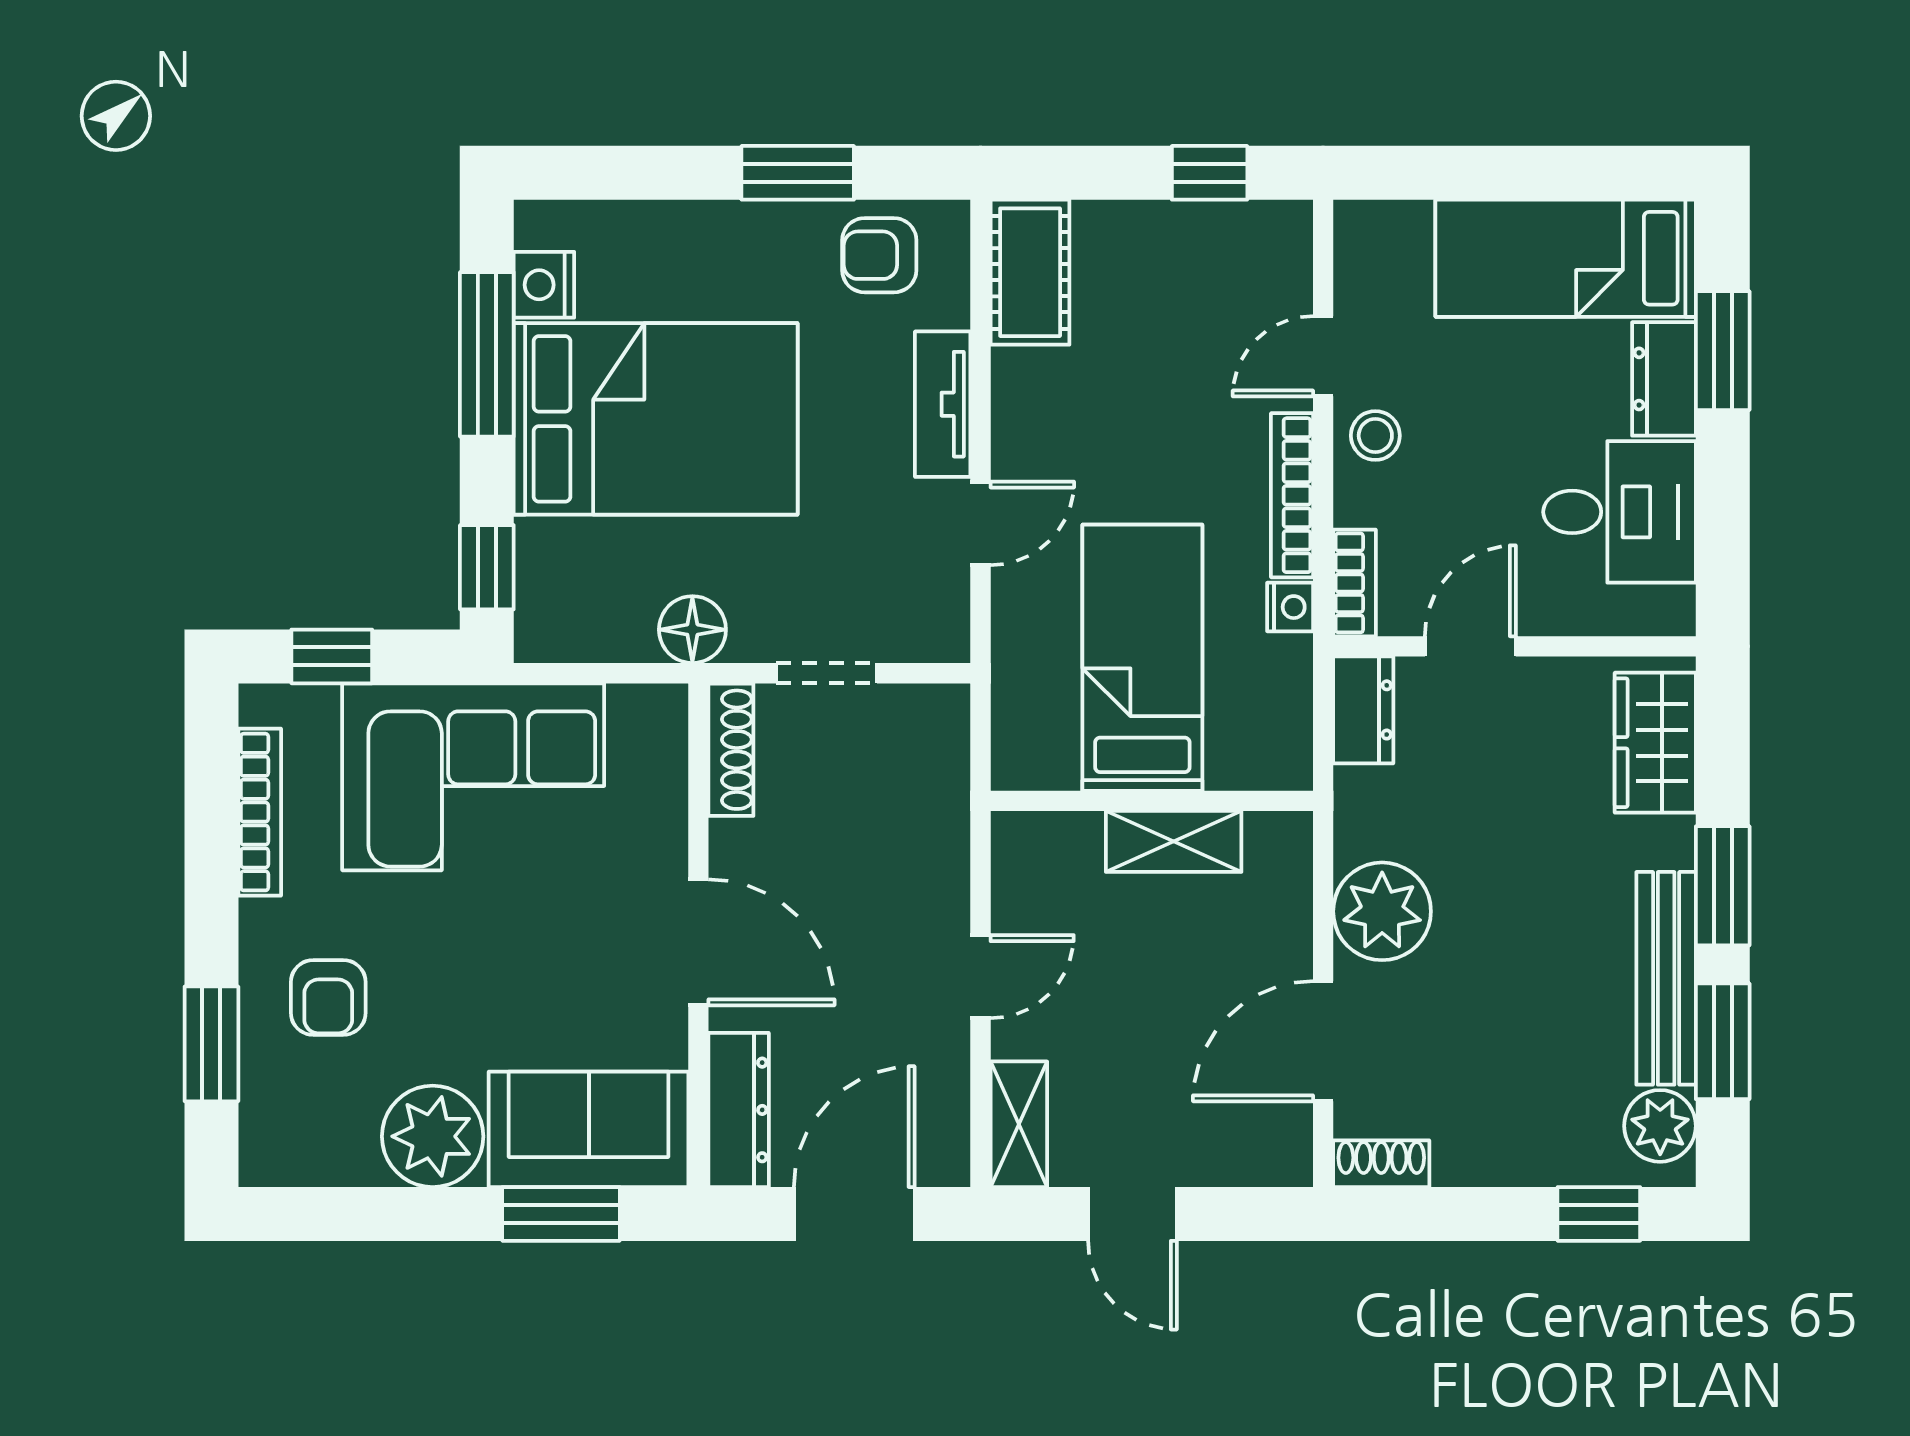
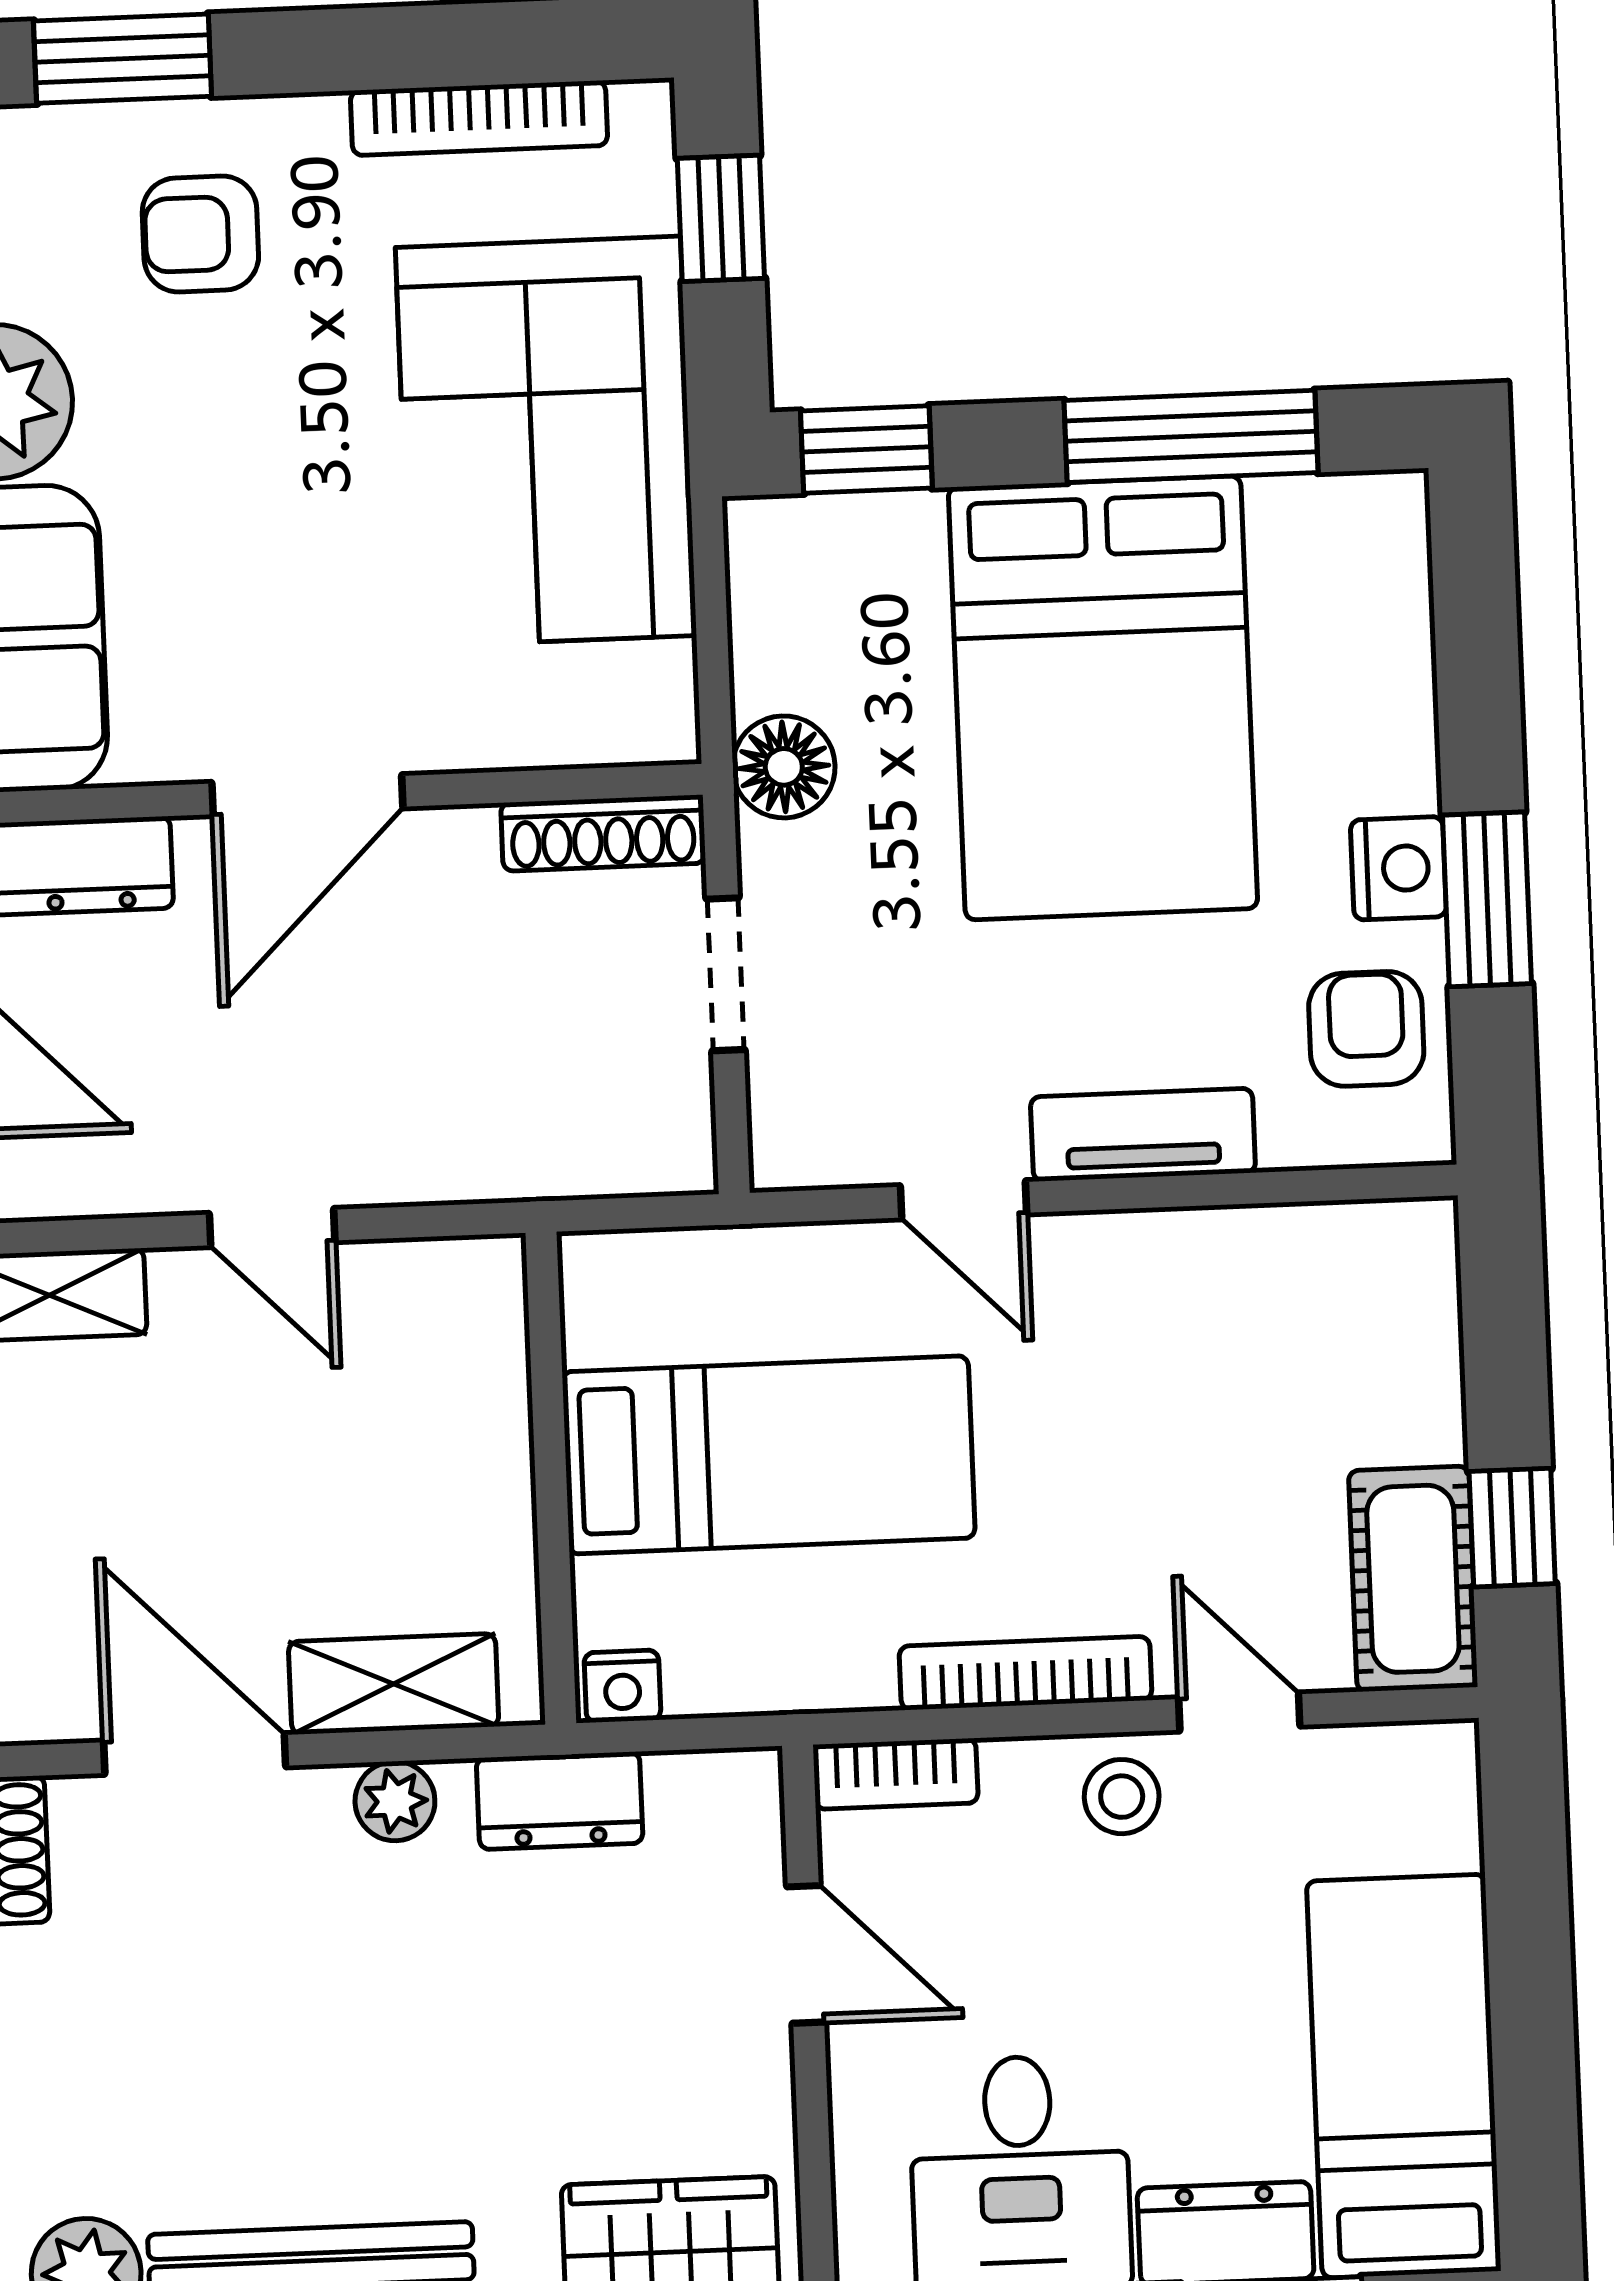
cot: (1030, 272) -> (1413, 1579), moved, turned 90
nightstand: (544, 285) -> (1398, 868), moved, turned 90
nightstand: (1290, 607) -> (622, 1686), moved
dresser: (1363, 710) -> (560, 1801), moved
shelving: (1174, 841) -> (394, 1684), moved, turned 90
plant: (1382, 911) -> (395, 1801), width x0.53, depth x0.53

